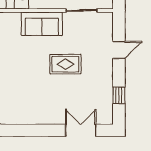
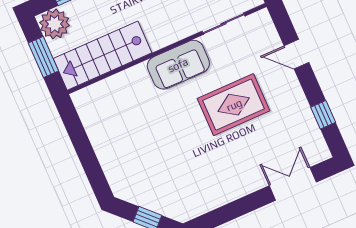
door: (119, 50) -> (296, 54), swing flipped
rug: (65, 64) -> (234, 105), width x1.36, depth x1.43

